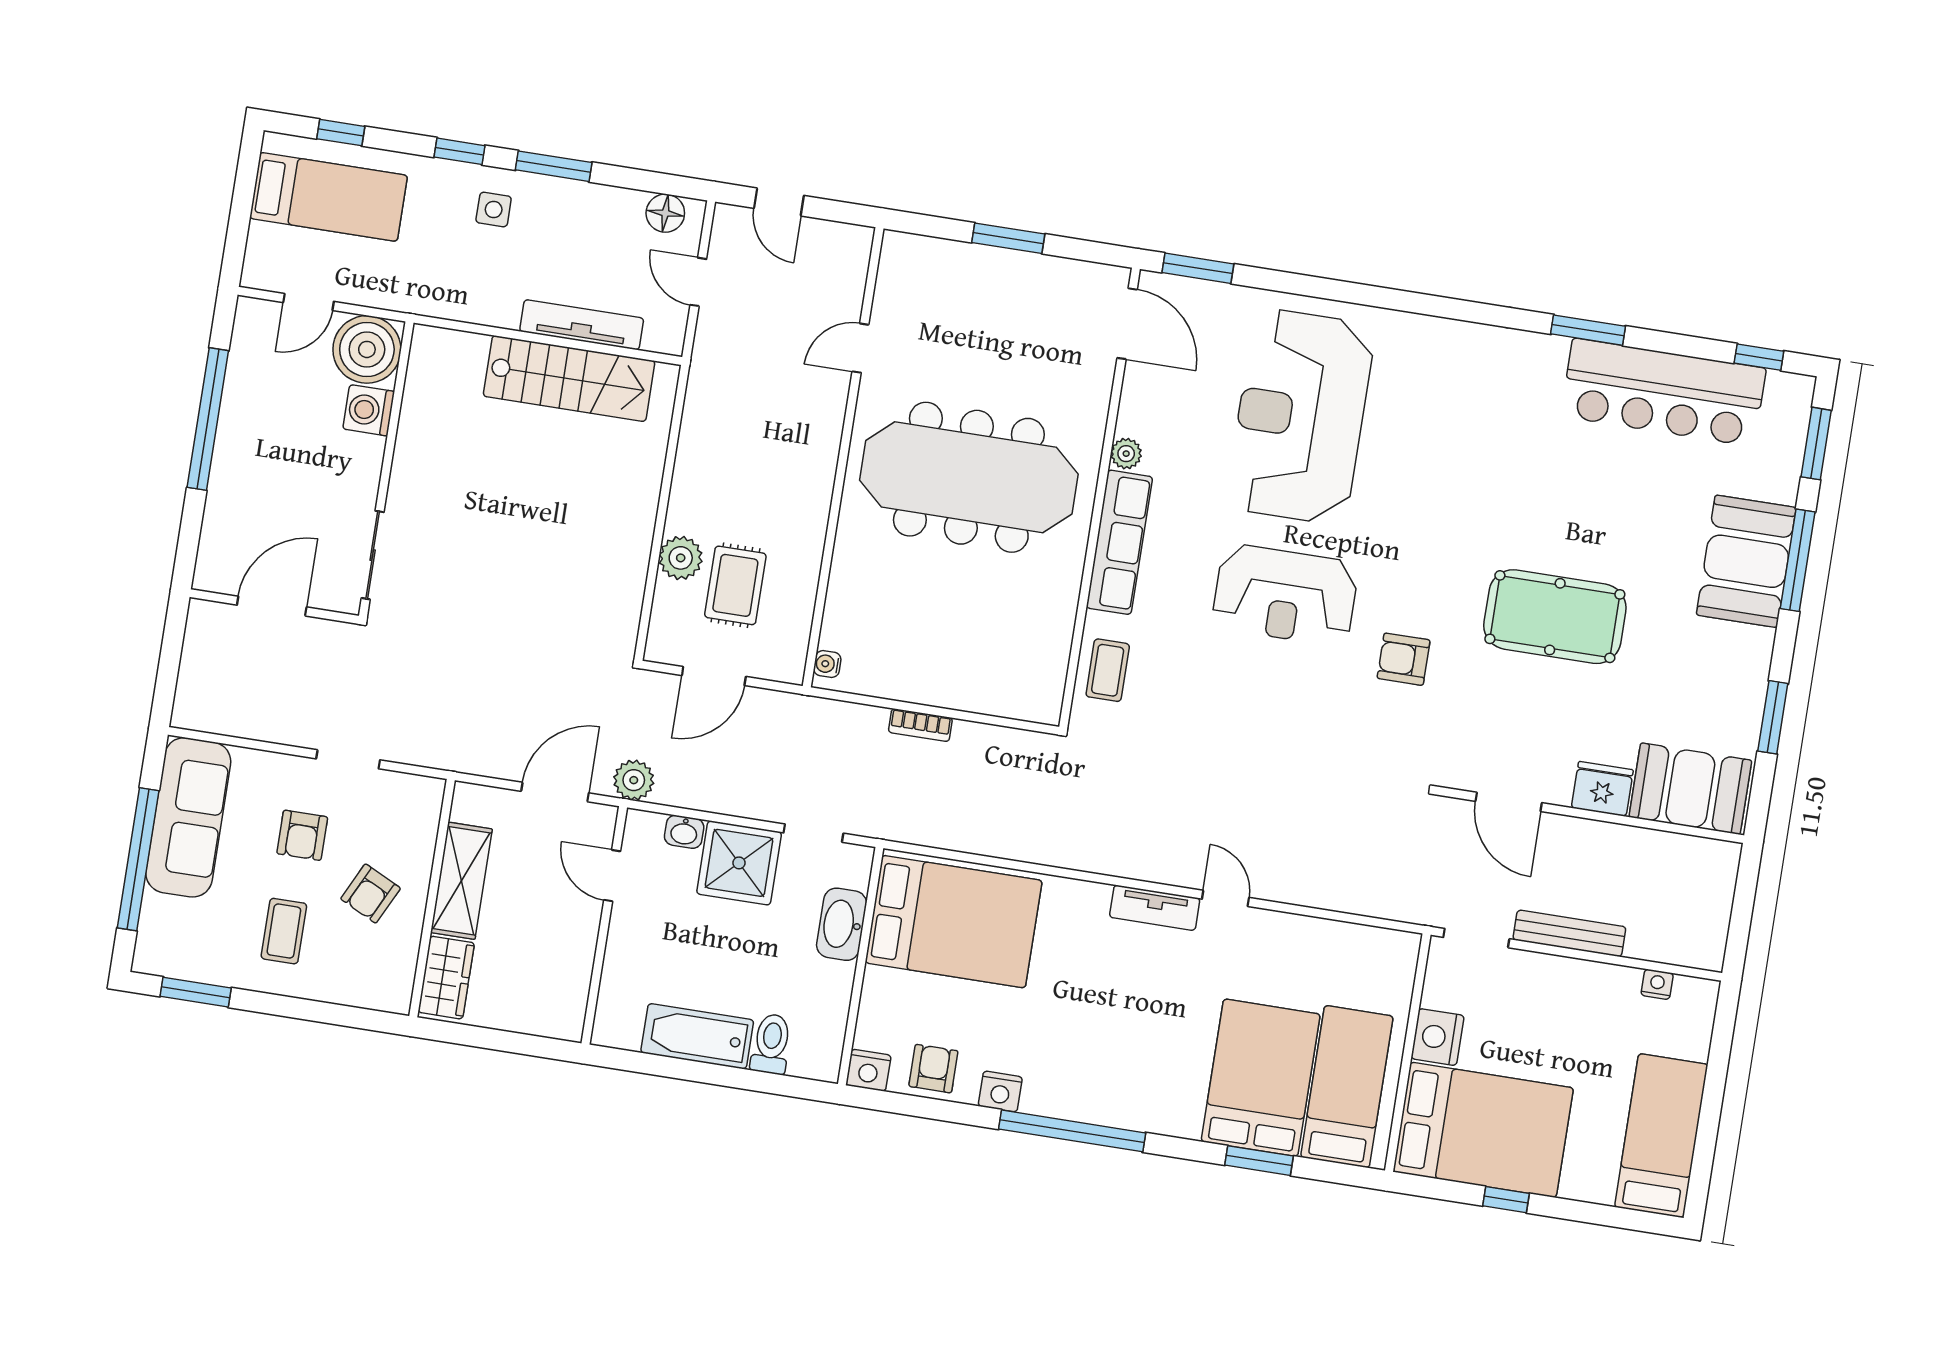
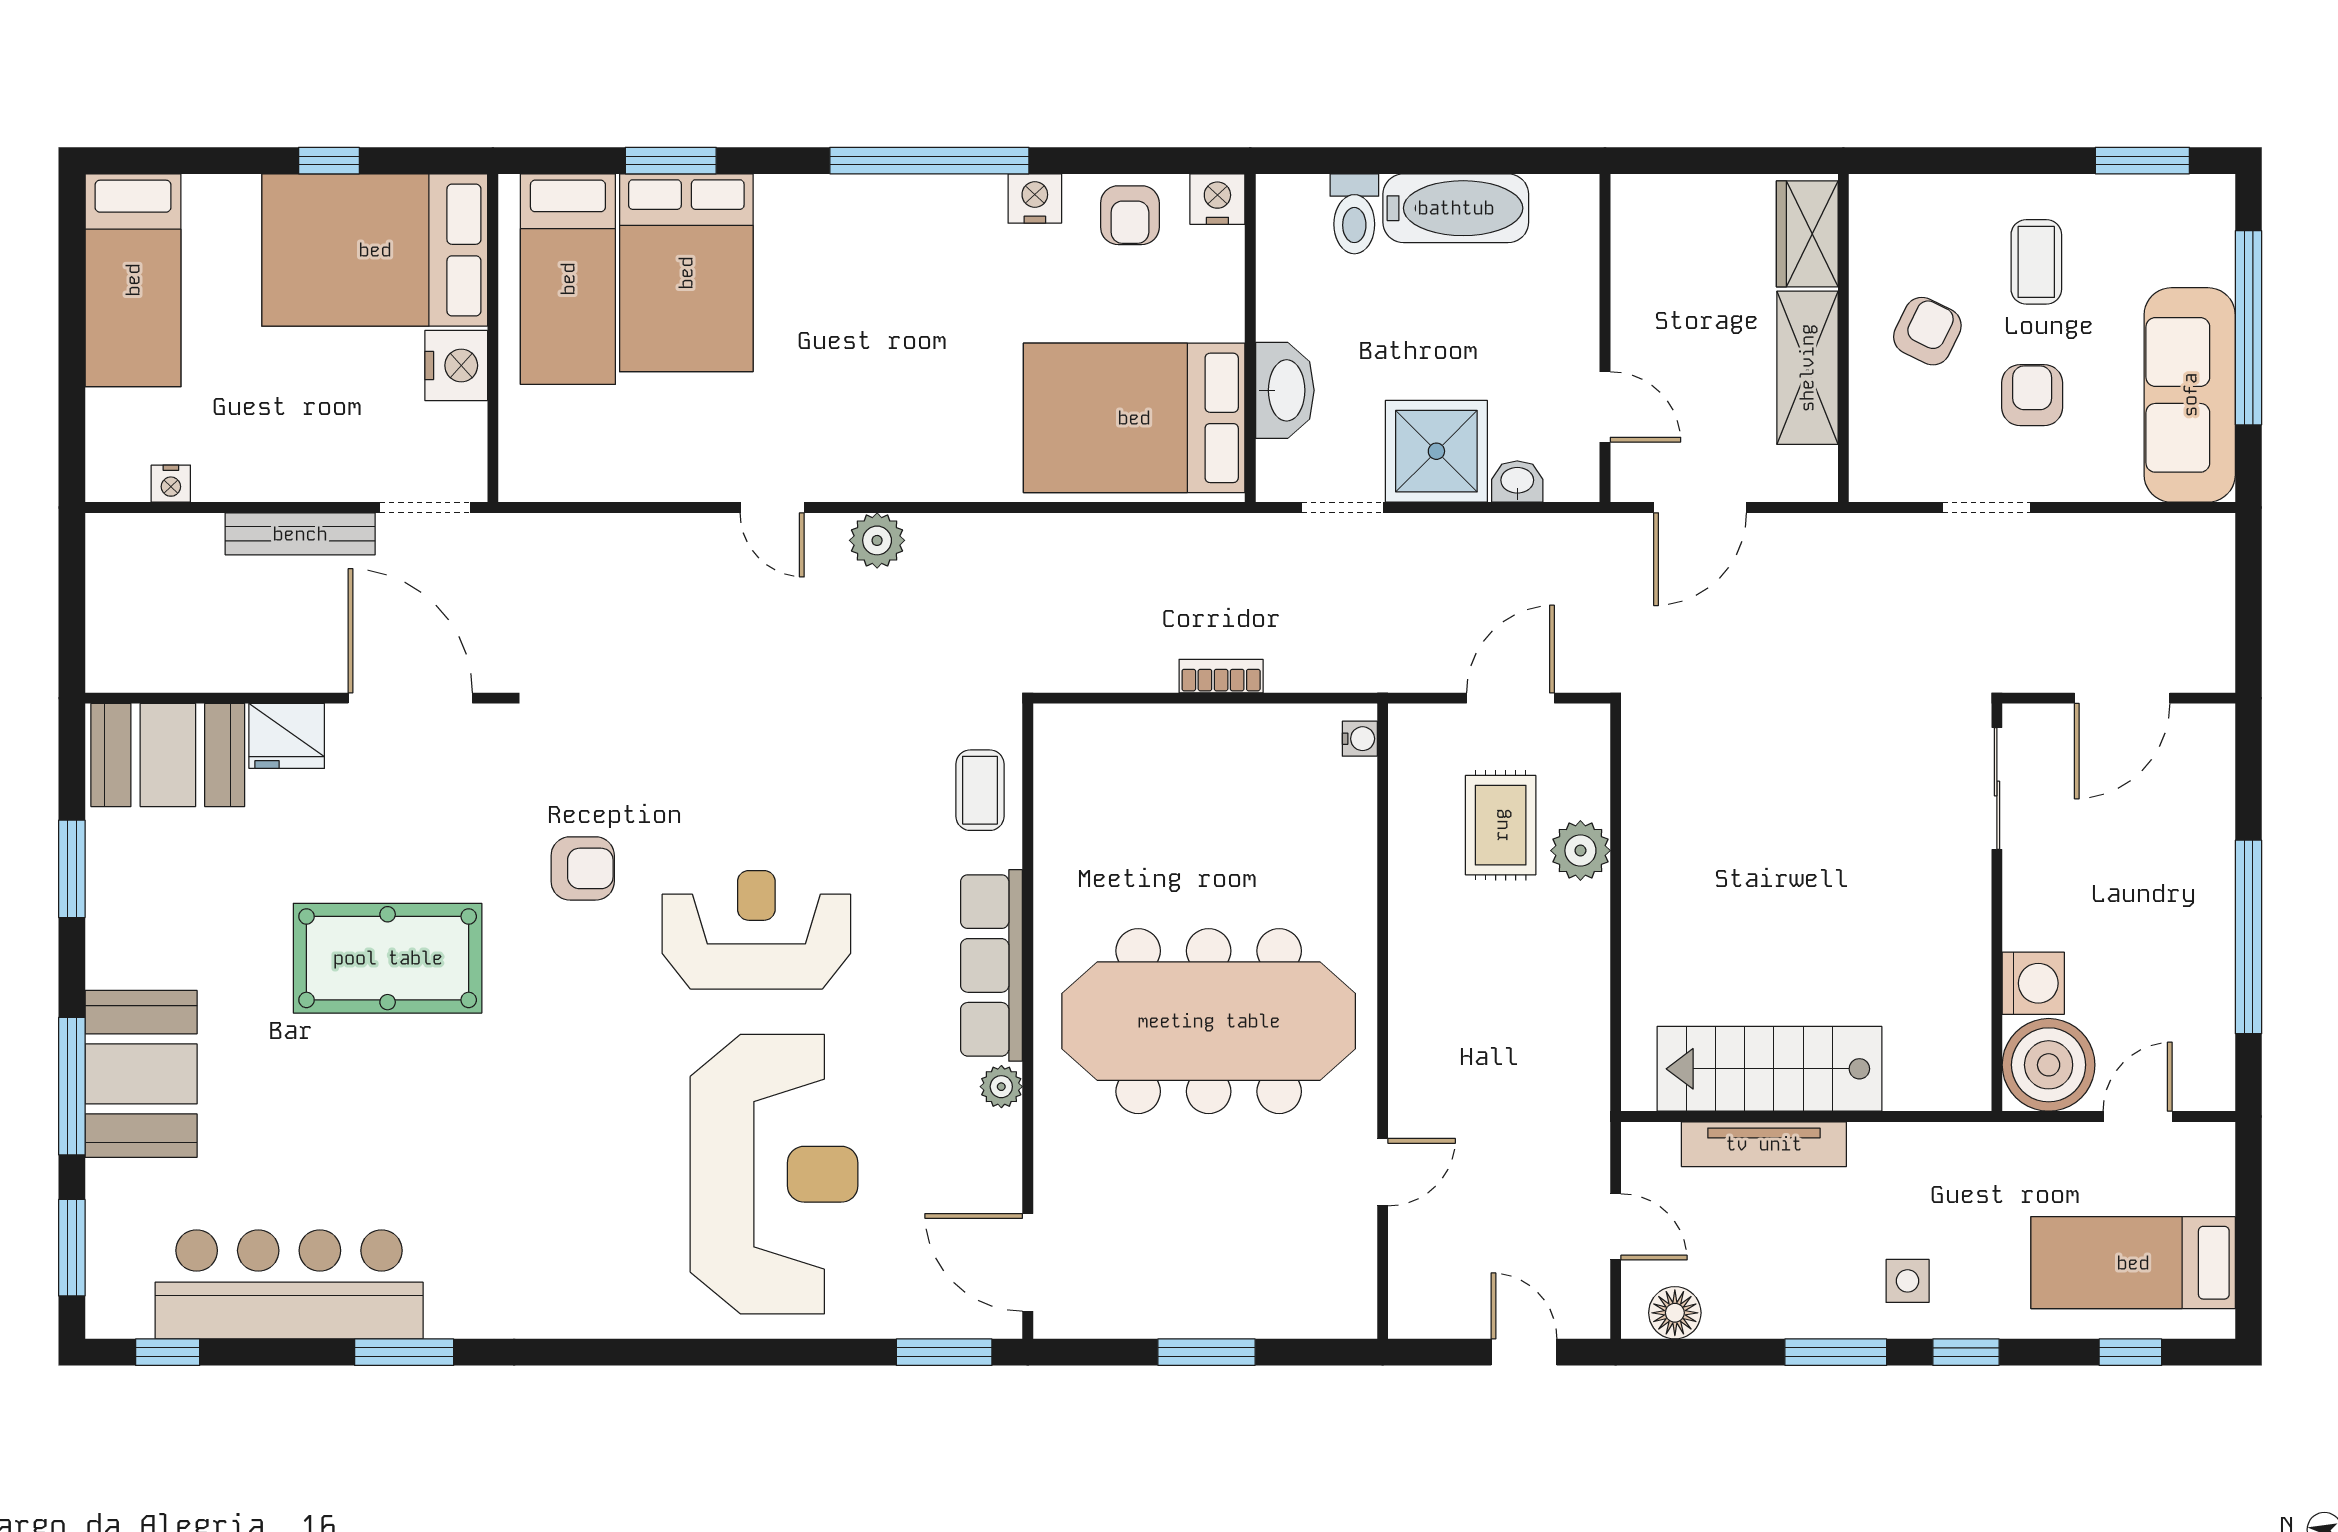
plant: (634, 780) -> (877, 540), moved
door: (1509, 802) -> (410, 698), width x1.36
tv unit: (1155, 908) -> (866, 480), removed

